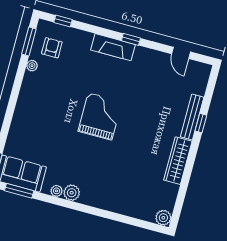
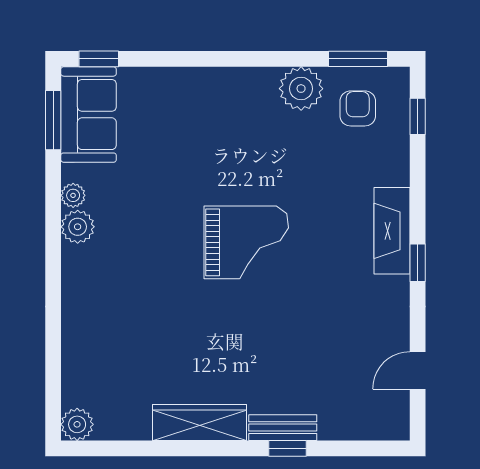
armchair: (52, 48) -> (358, 108), turned -90
plant: (32, 66) -> (301, 89), width x1.87, depth x1.87
bench: (192, 117) -> (283, 428), width x0.73

